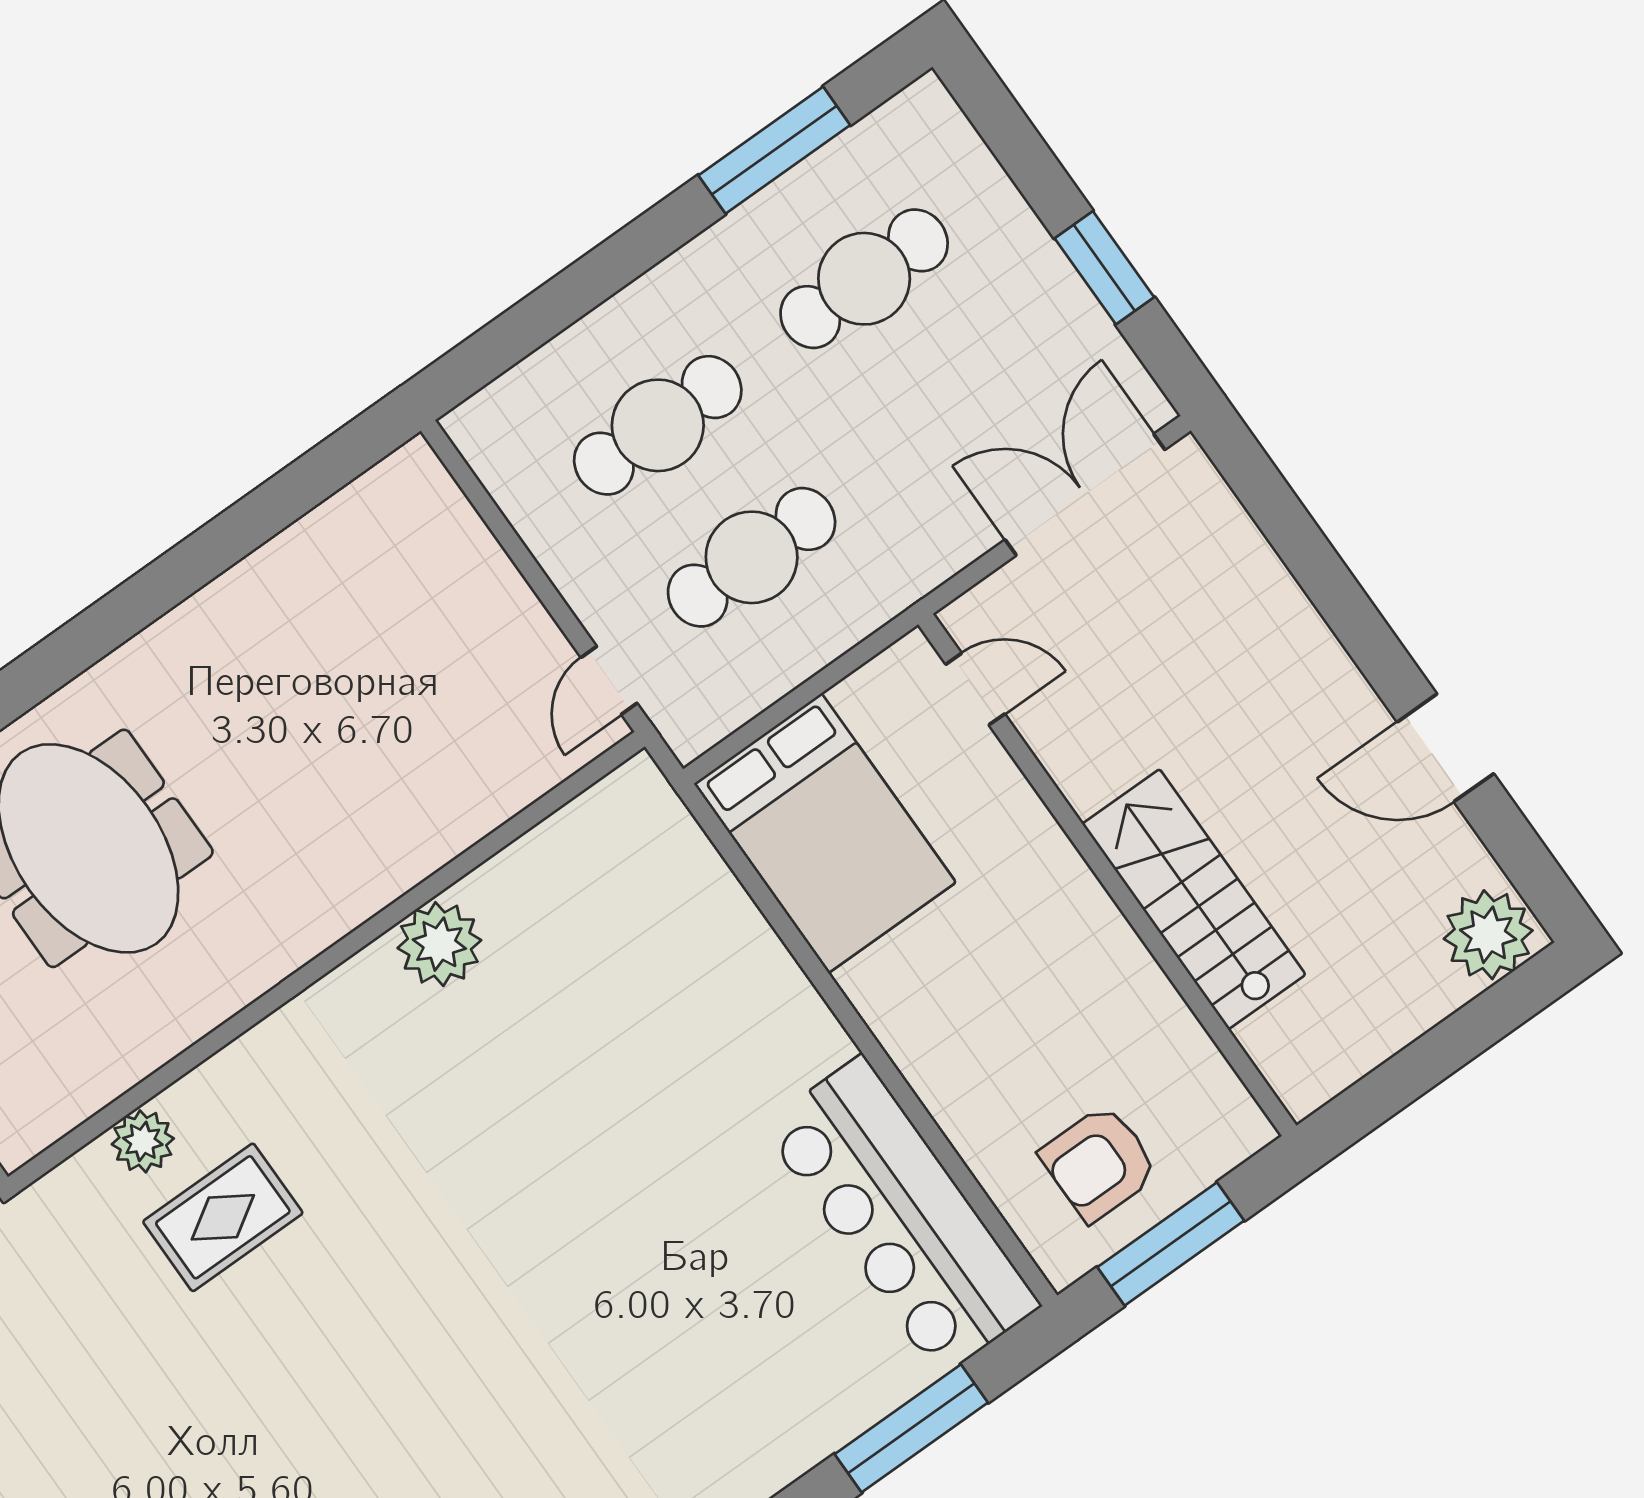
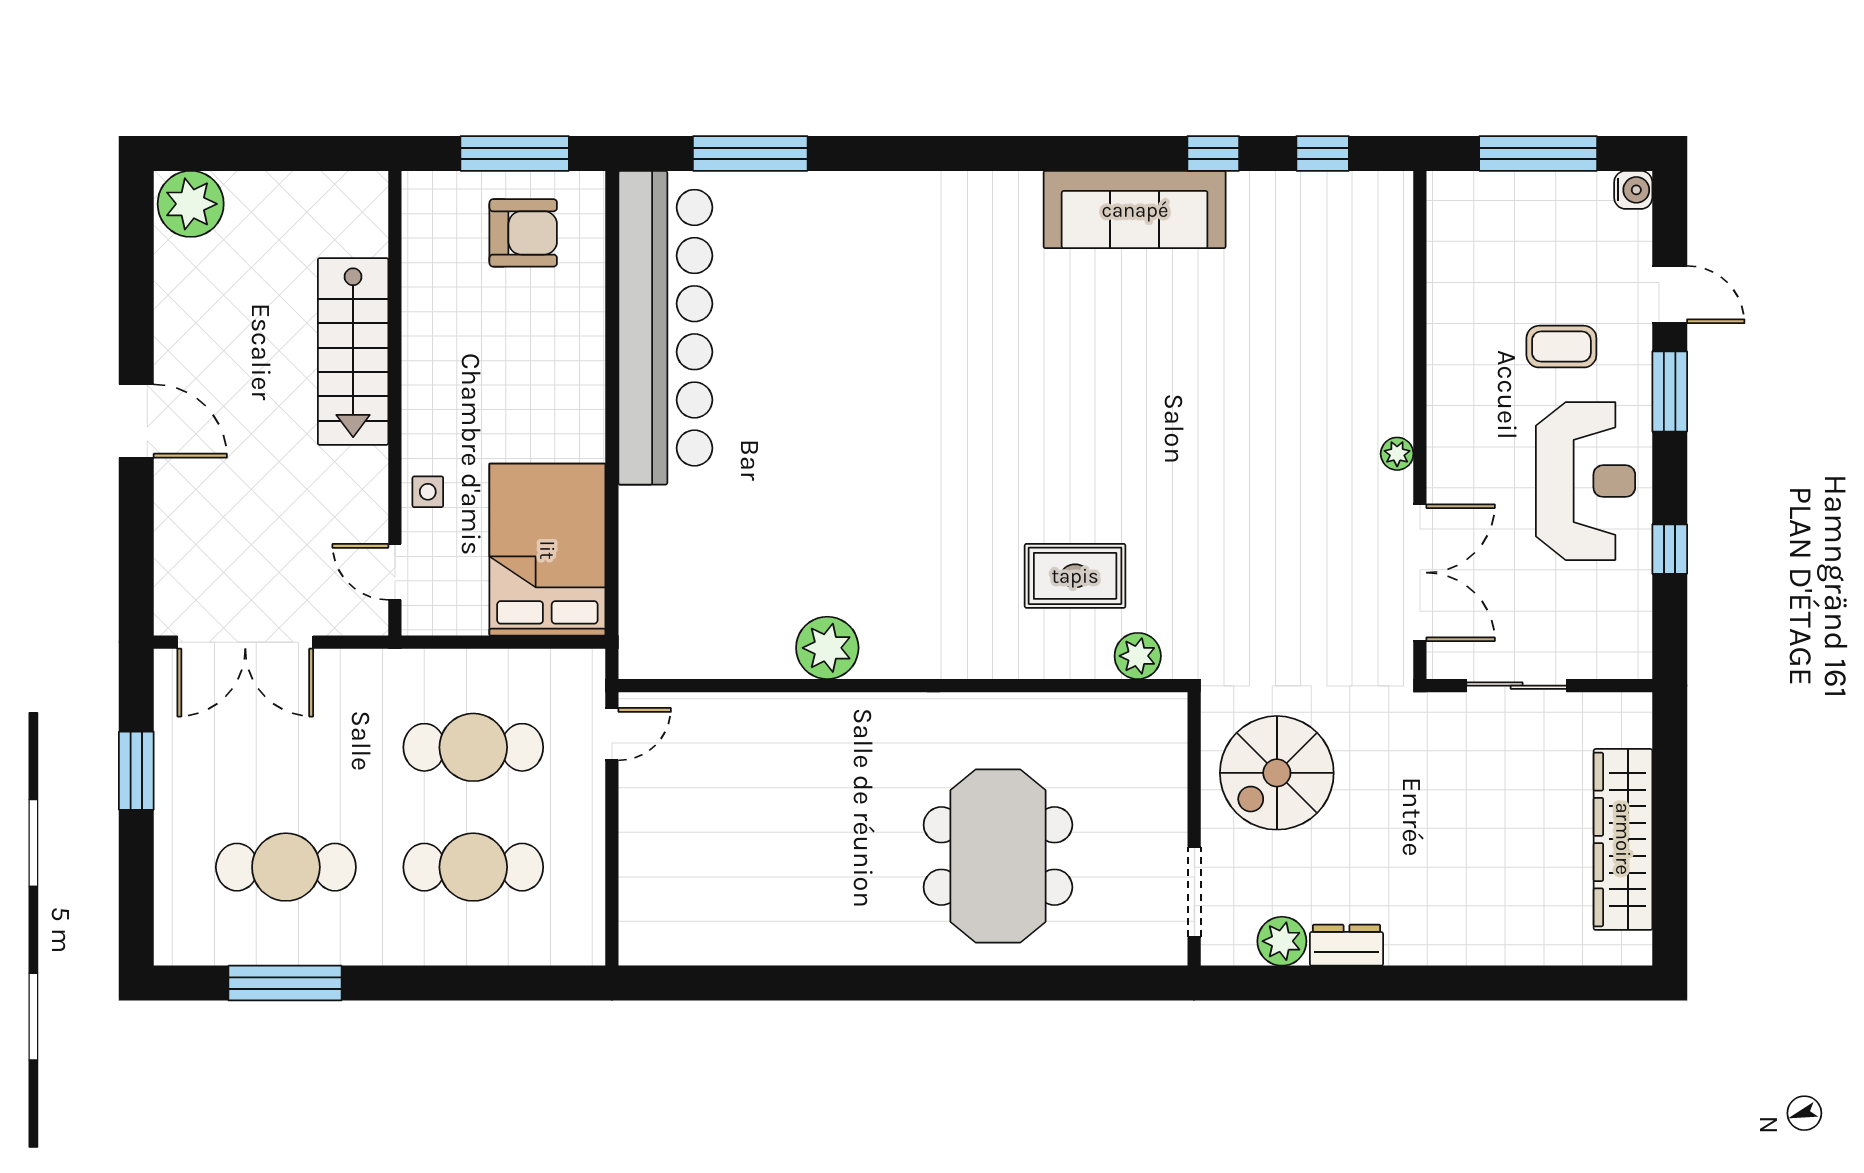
door: (1445, 748) -> (136, 421), moved
side table: (1002, 803) -> (428, 492), added
plant: (143, 1141) -> (1138, 656), moved
bar counter: (901, 1216) -> (665, 328), width x1.36

